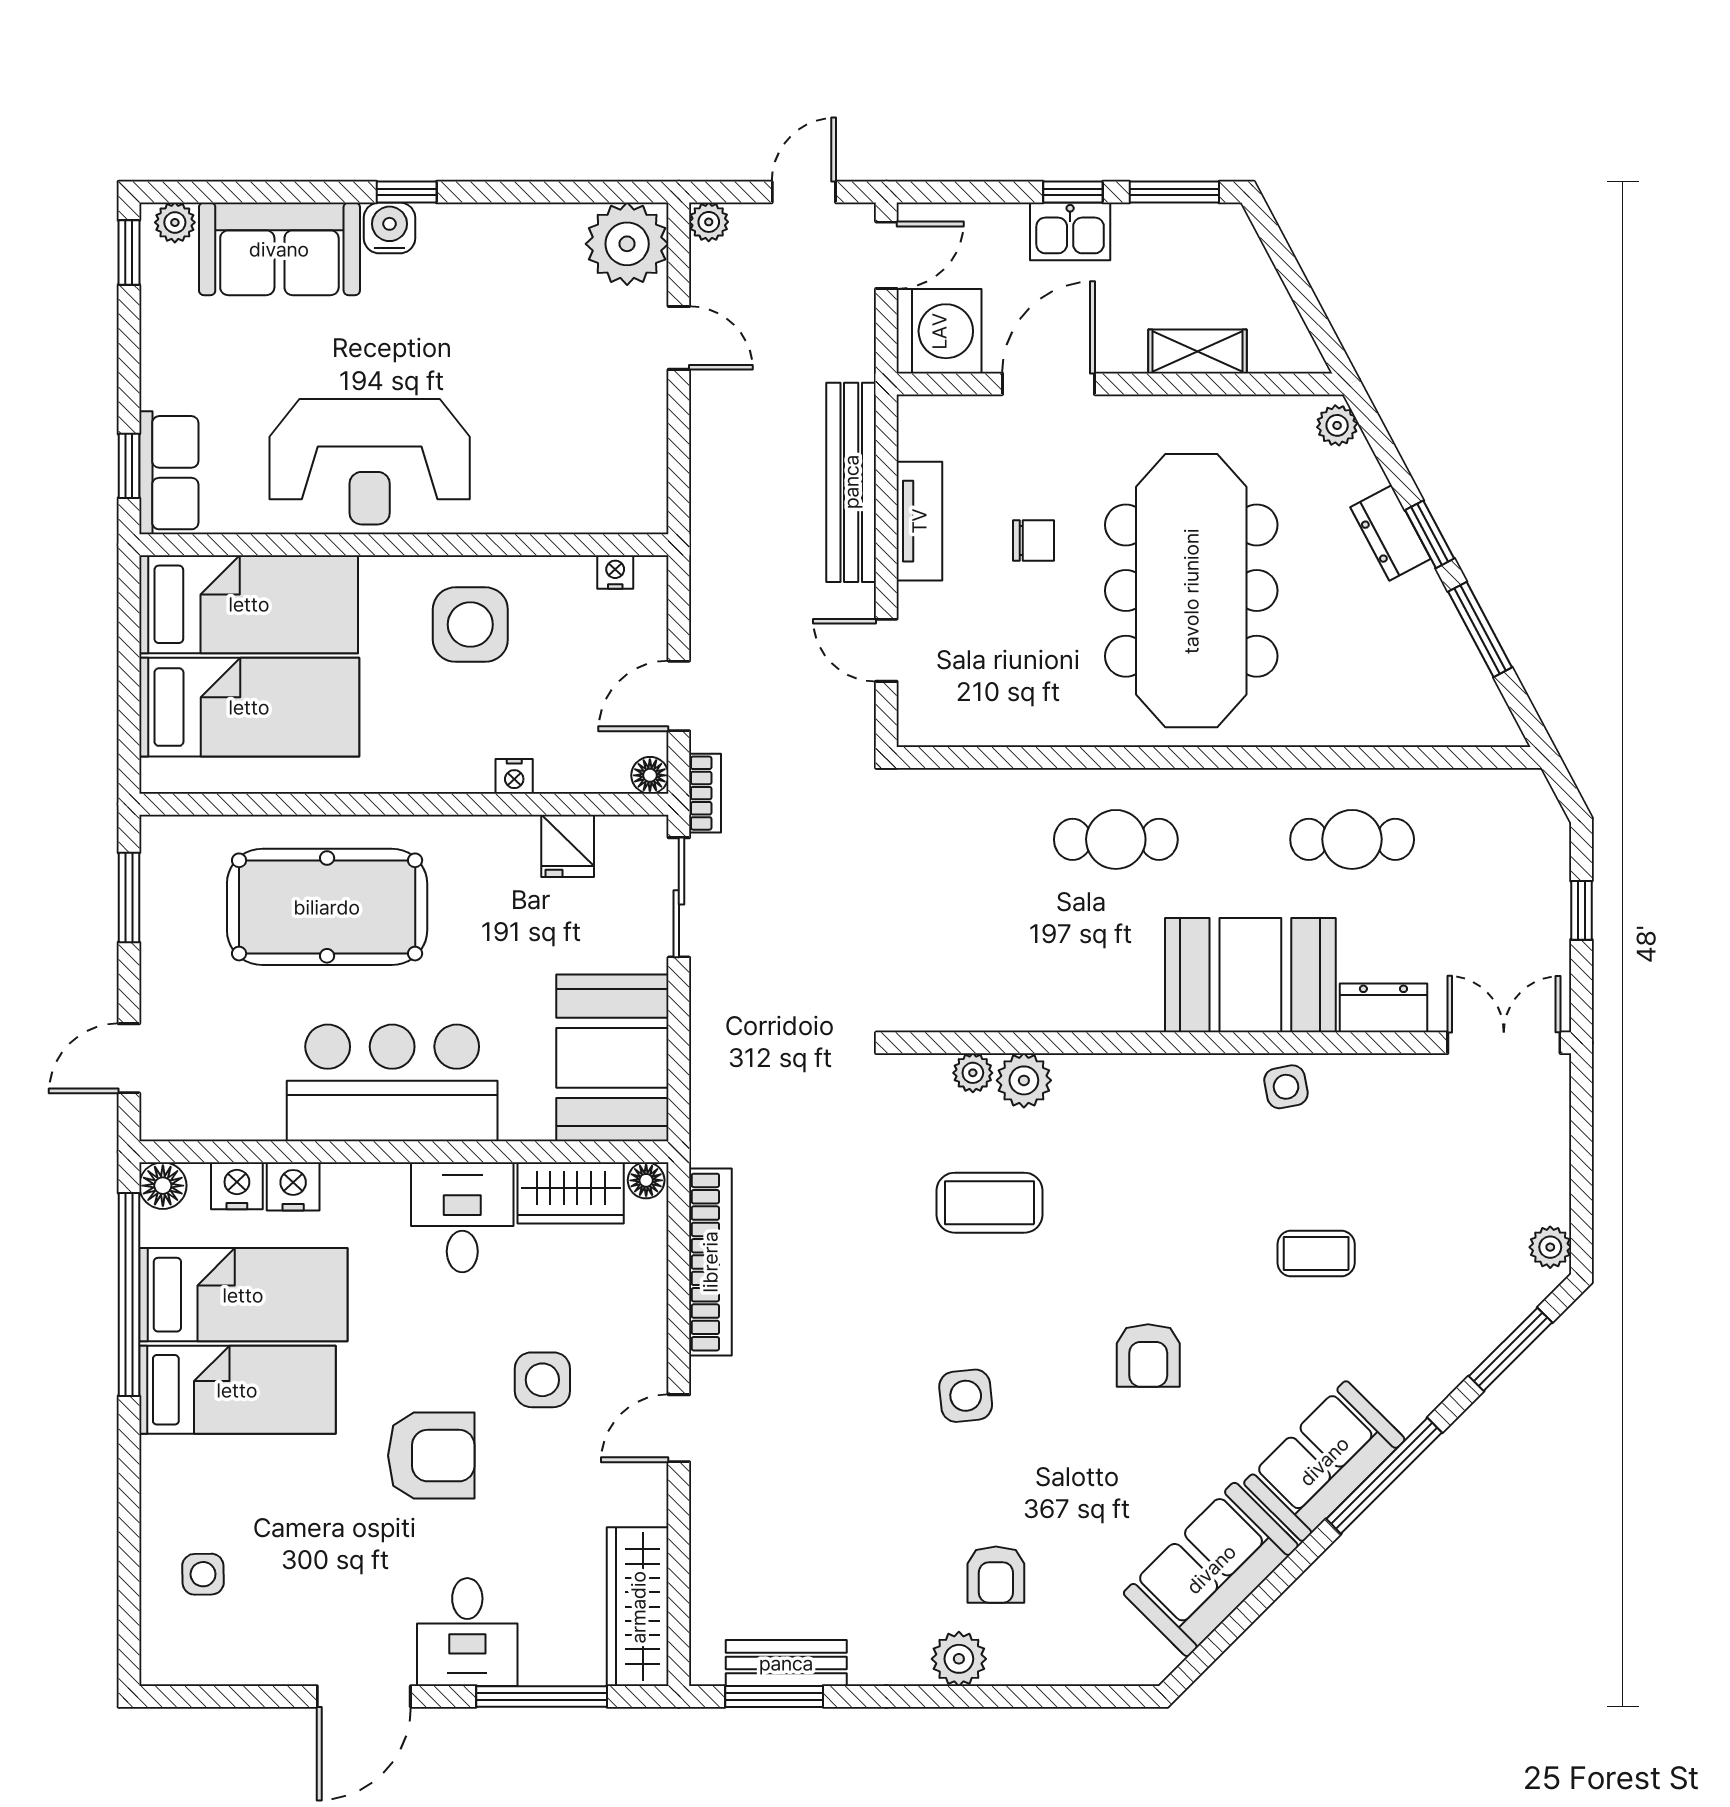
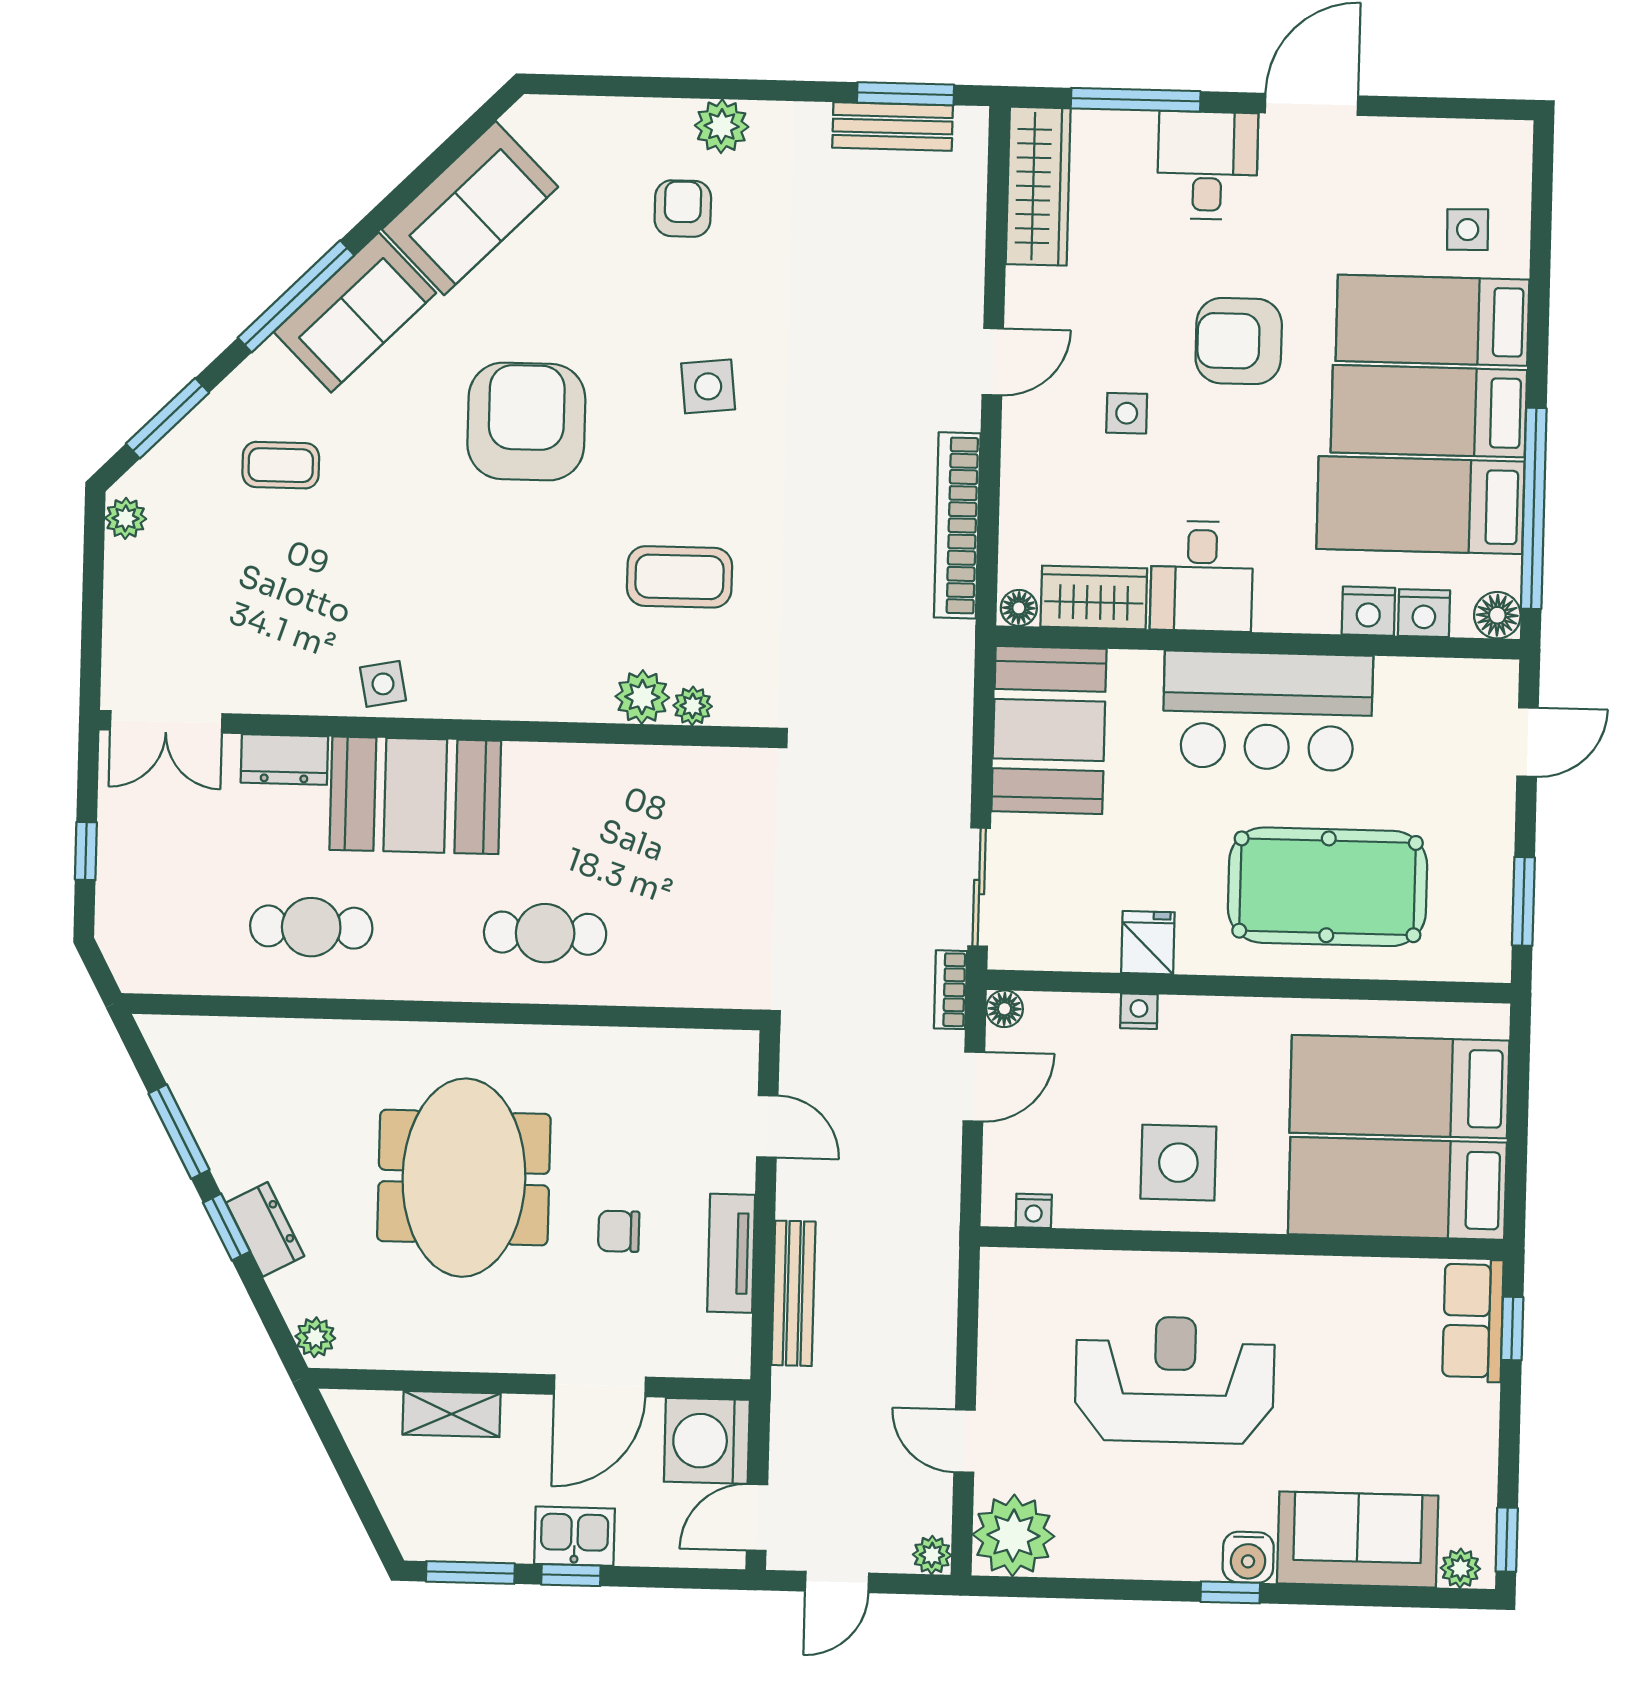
reception desk: (370, 462) -> (1175, 1380), moved
bench: (851, 482) -> (793, 1293), width x0.73, depth x0.82
meeting table: (1191, 591) -> (464, 1178), width x0.73
fridge: (568, 846) -> (1148, 943), moved
coffee table: (1316, 1253) -> (281, 465), moved
armchair: (1148, 1356) -> (526, 421), width x1.88, depth x1.88
side table: (542, 1380) -> (1127, 413), width x0.73, depth x0.73
bed: (236, 1482) -> (1432, 320), added

